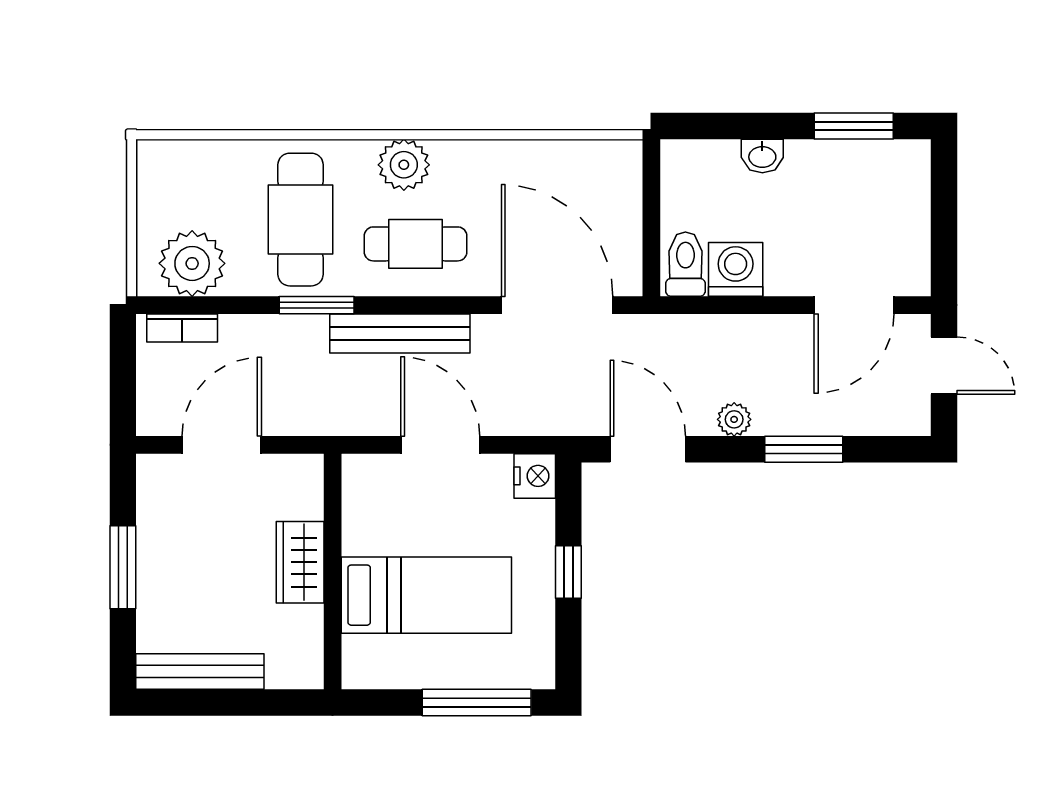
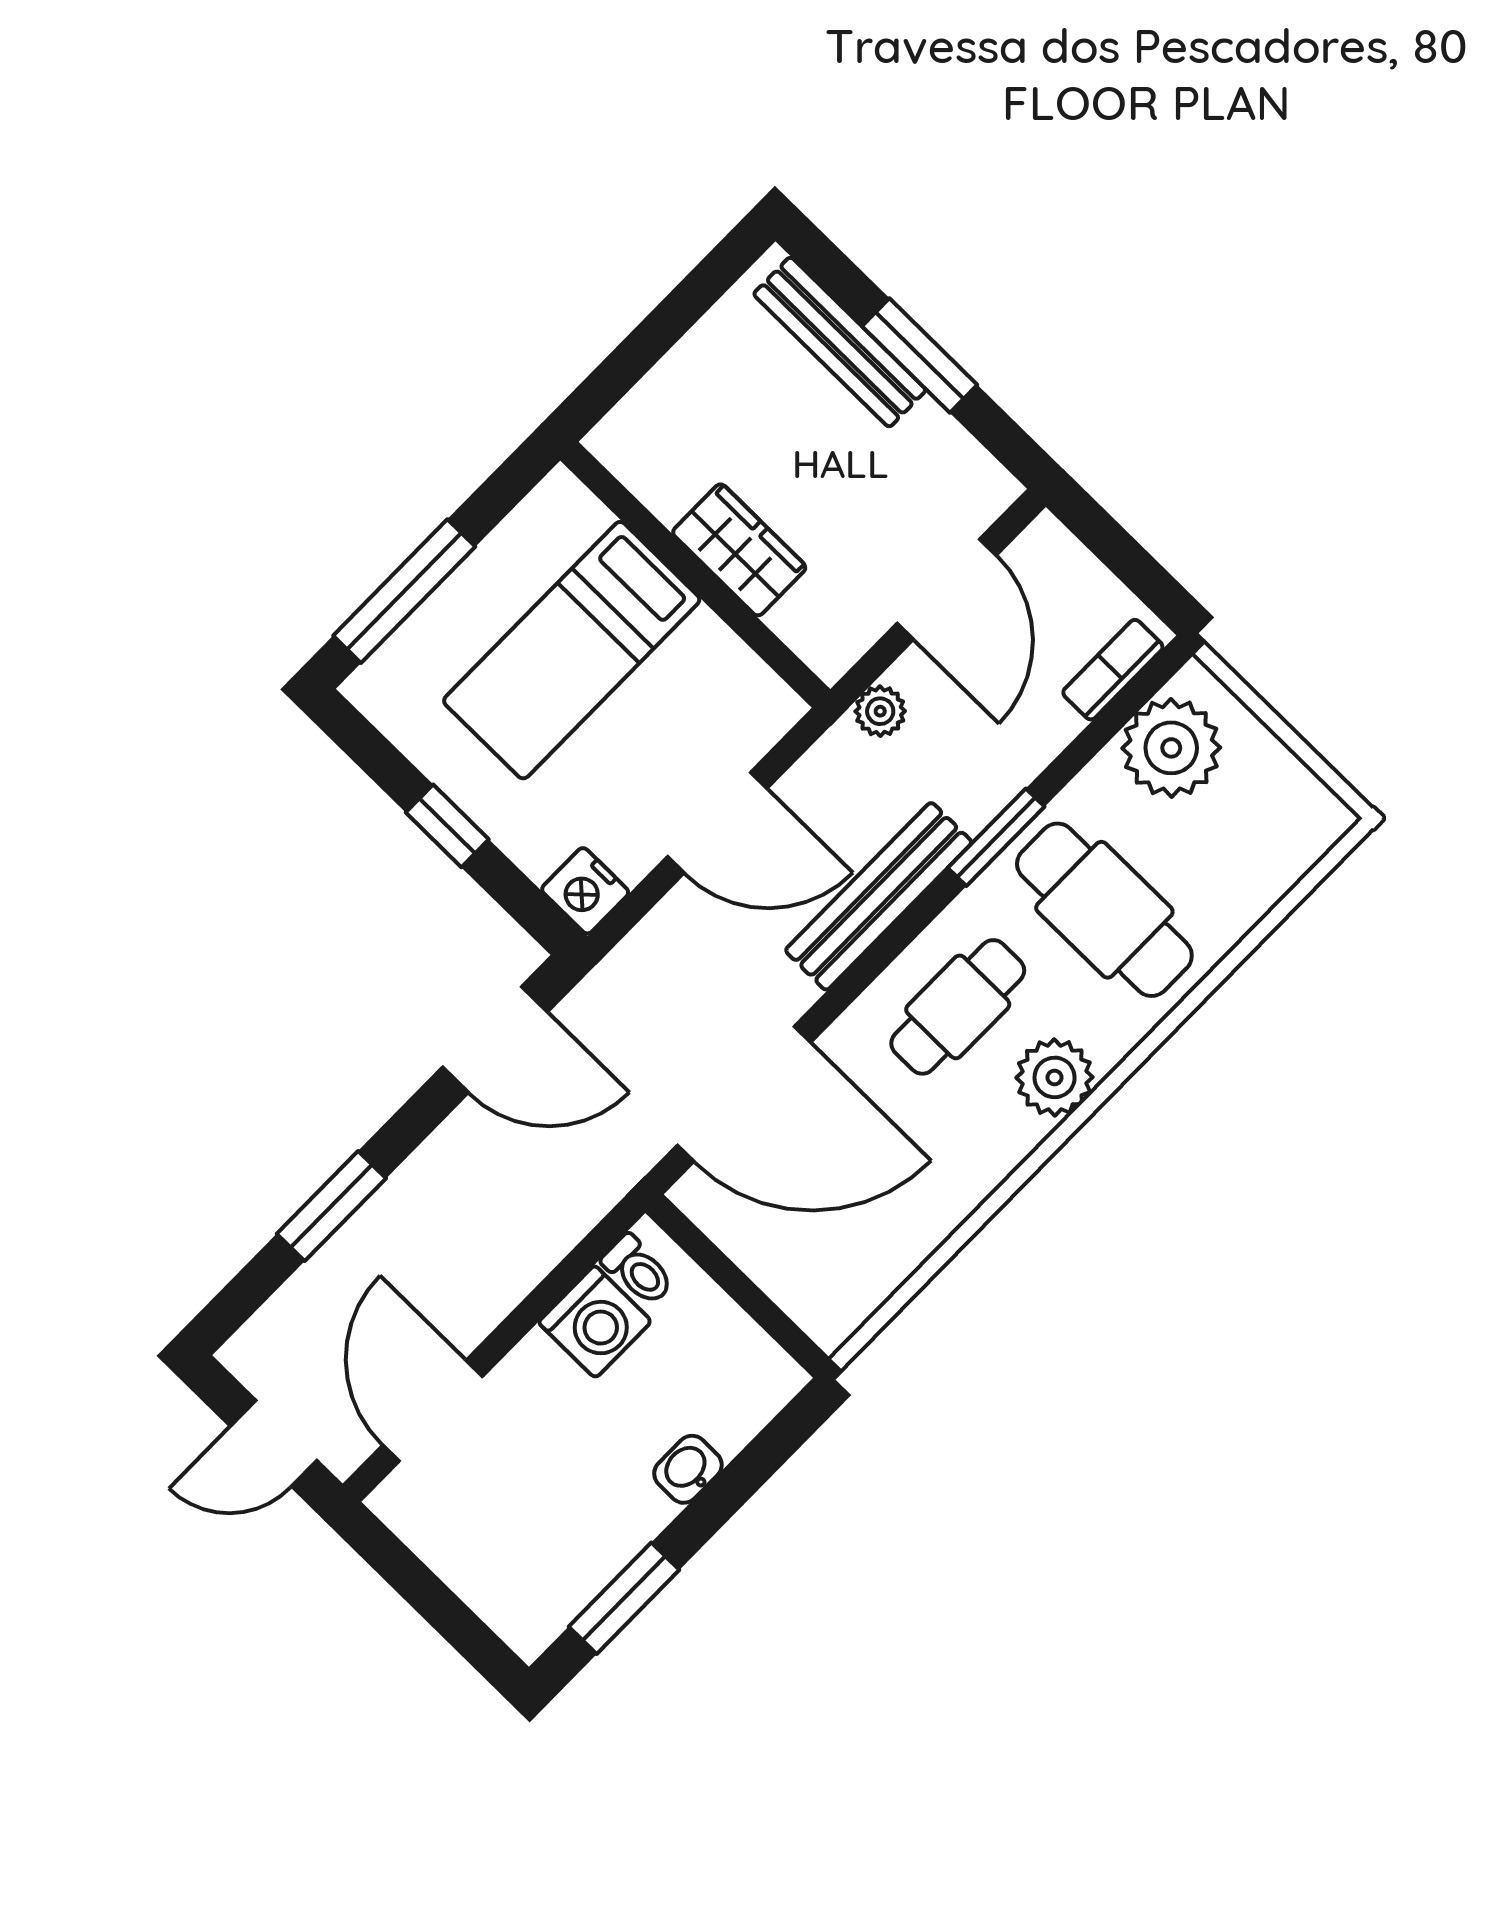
toilet: (685, 264) -> (638, 1270), width x0.73, depth x0.72
plant: (734, 419) -> (880, 711), moved
bench: (200, 672) -> (840, 342), moved, turned 90

